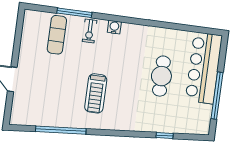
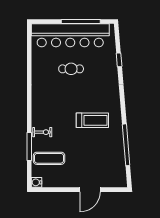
water cooler: (114, 27) -> (37, 182), moved
bar counter: (204, 68) -> (70, 35), width x1.36
cafe table: (161, 76) -> (71, 69), width x0.73, depth x0.74

